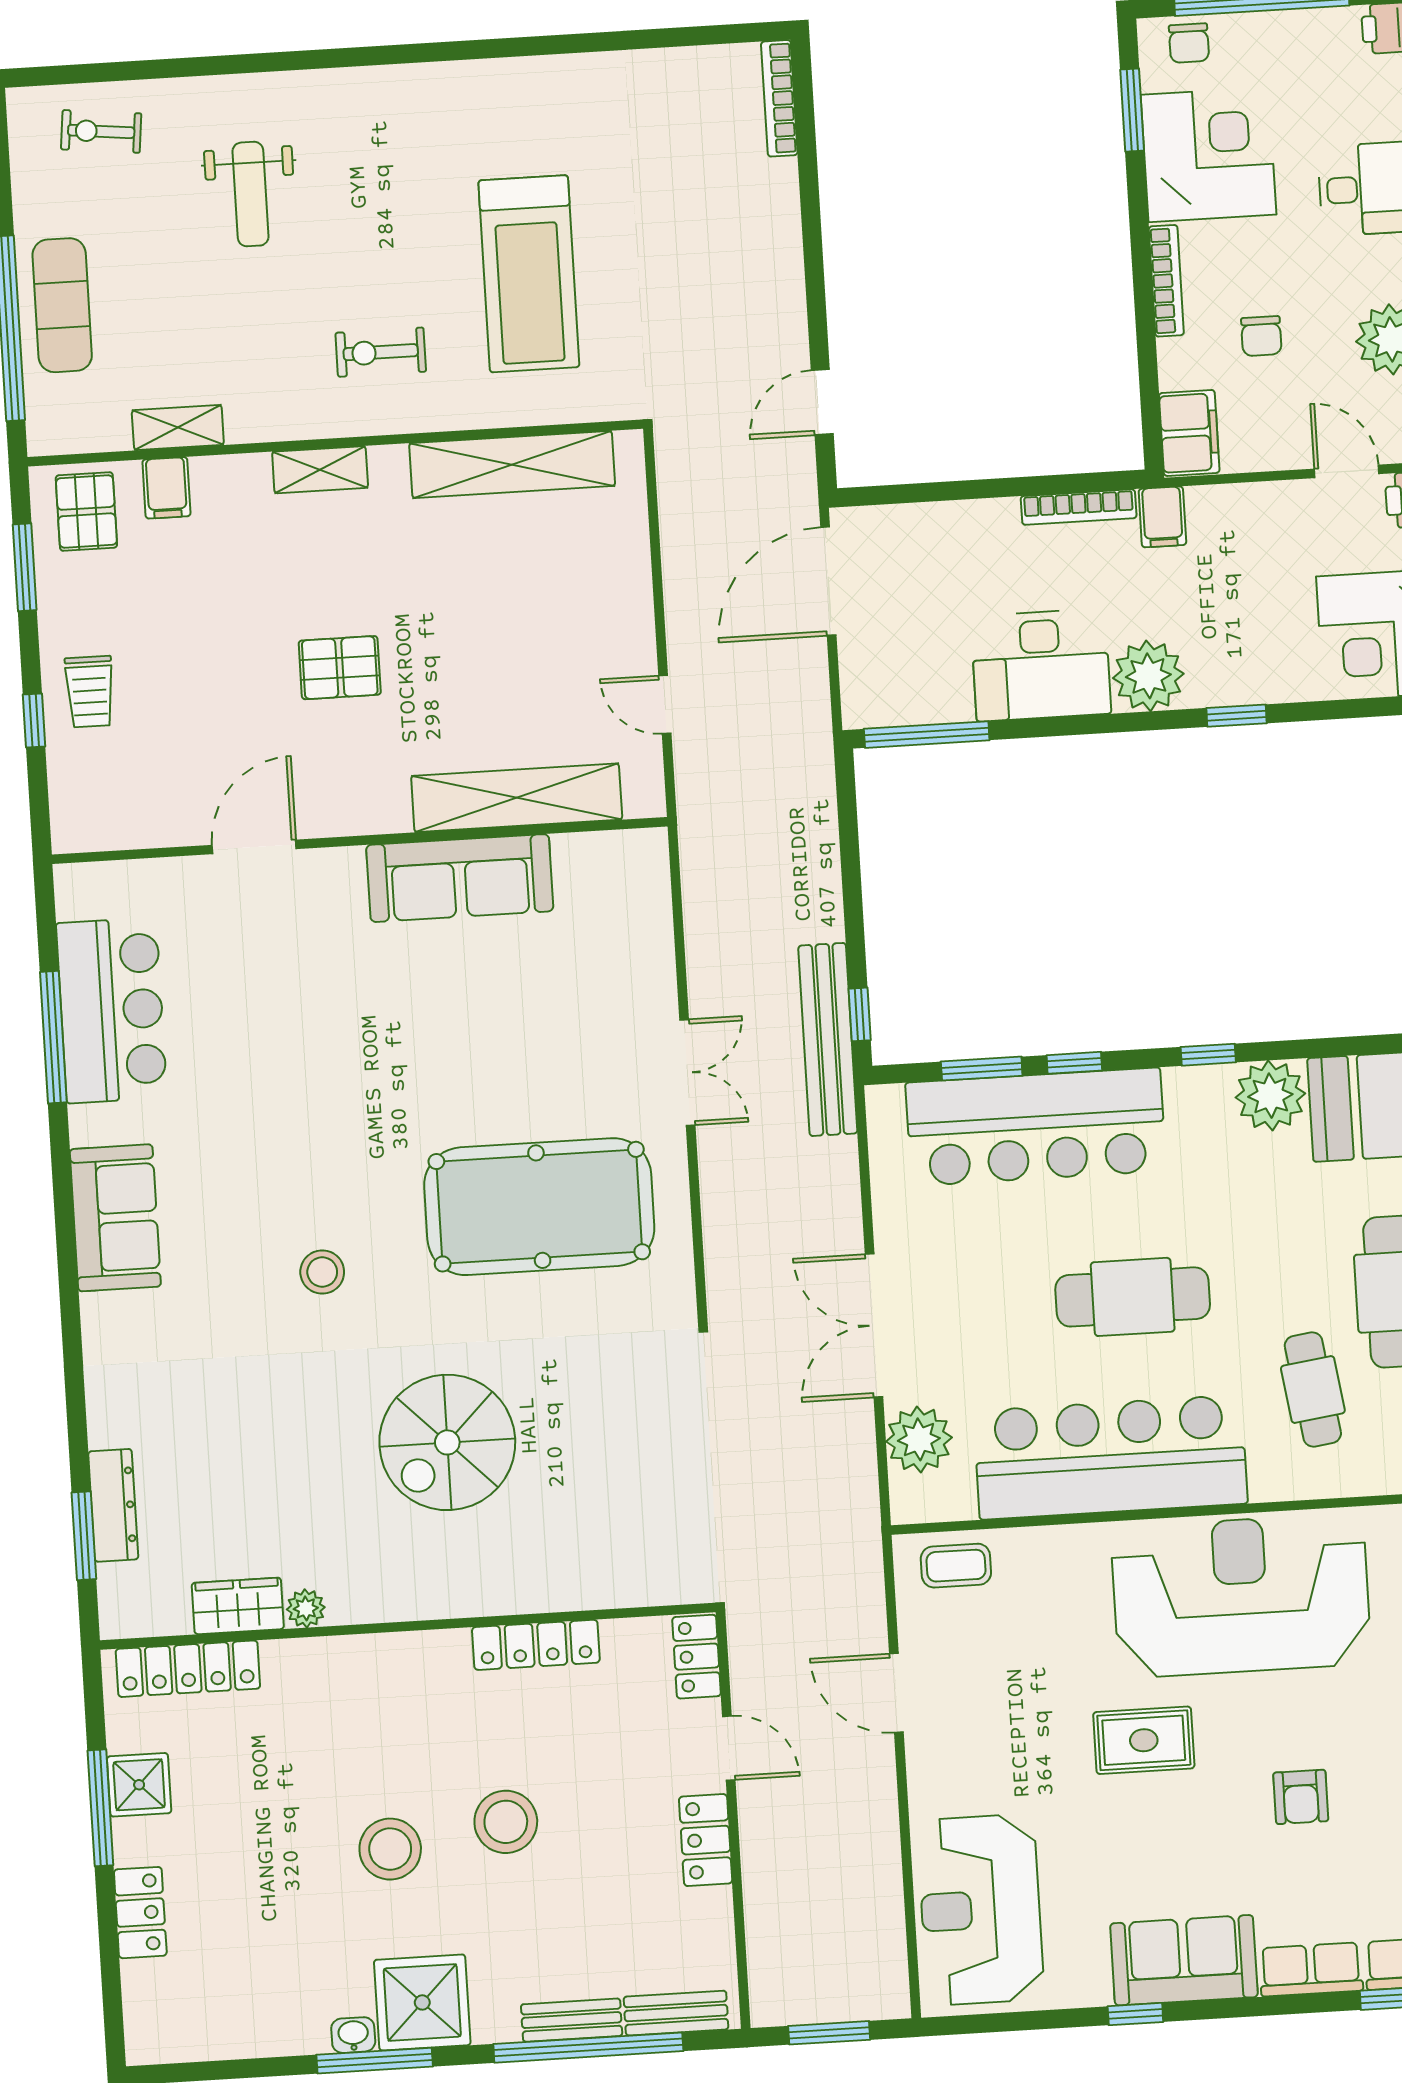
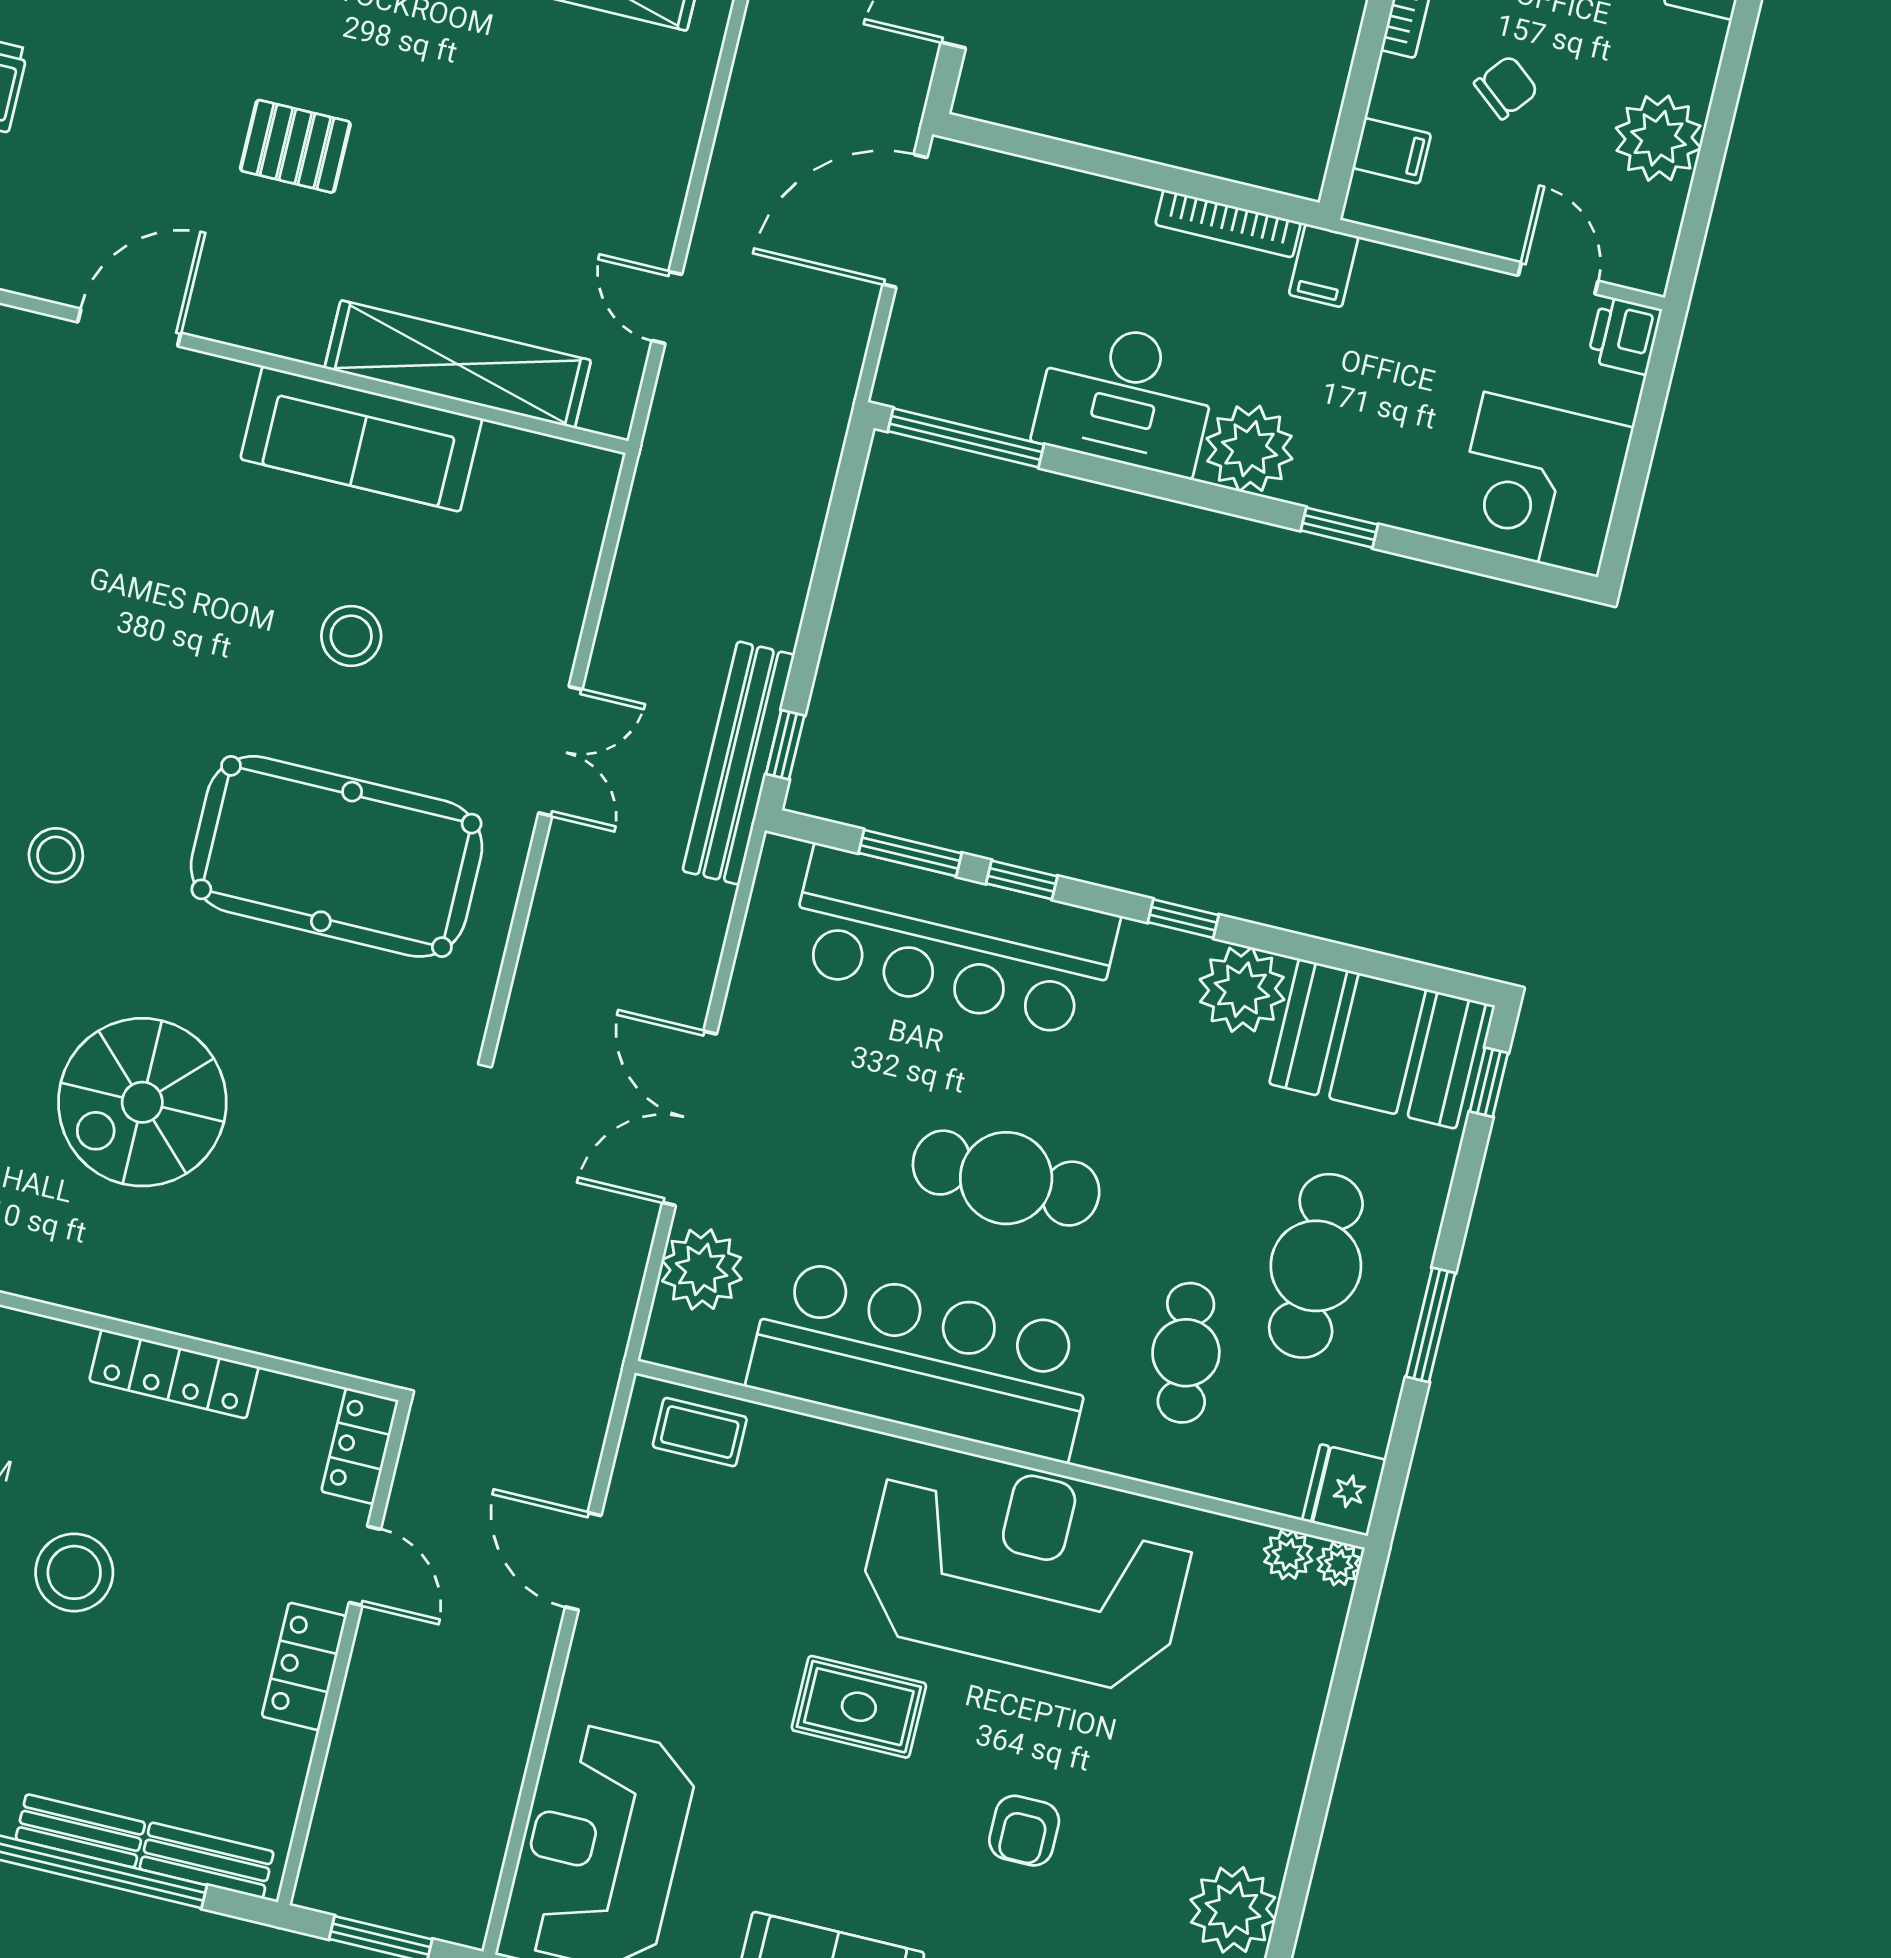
chair: (1261, 336) -> (1506, 87), turned -141
filing cabinet: (1189, 433) -> (1392, 151), width x0.50
stool: (499, 1033) -> (351, 636), added

